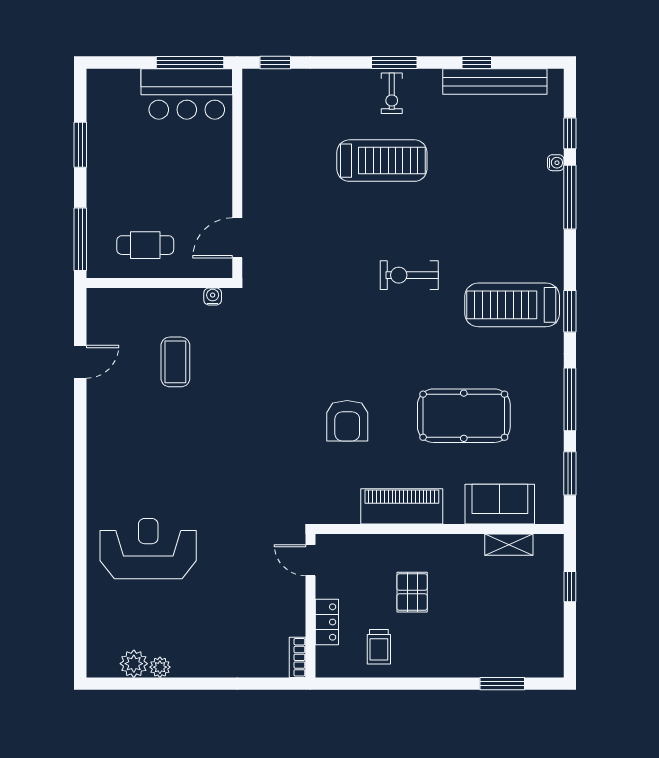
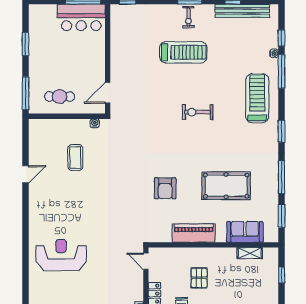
treadmill: (512, 305) -> (257, 98), moved, turned 90
door: (80, 362) -> (26, 174), moved

